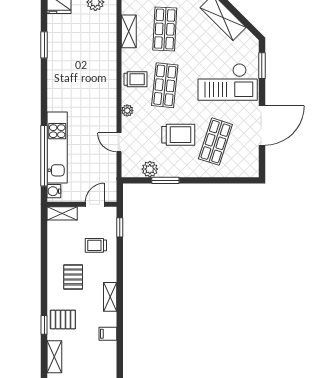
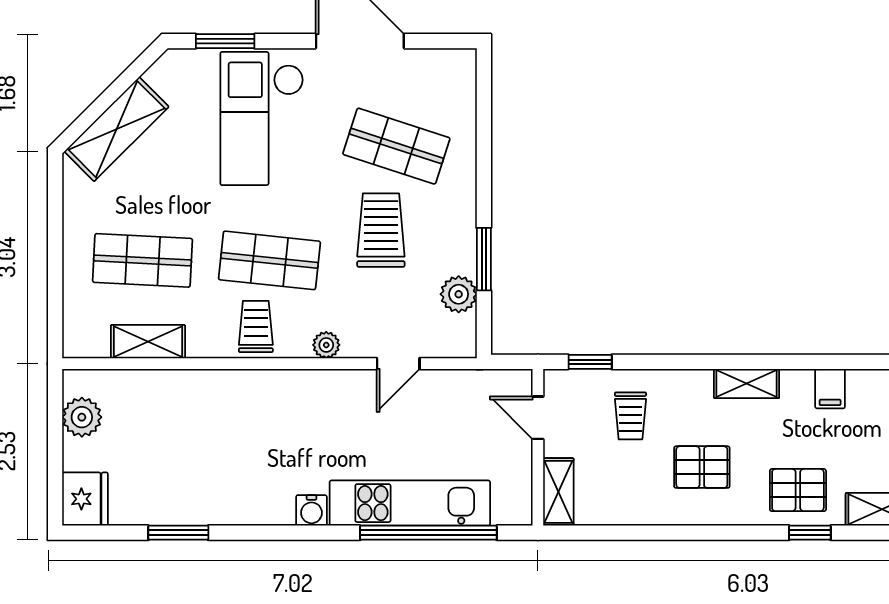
checkout: (228, 82) -> (262, 119), turned 180
water cooler: (54, 191) -> (311, 510), moved
pallet: (63, 320) -> (798, 490), turned 90

